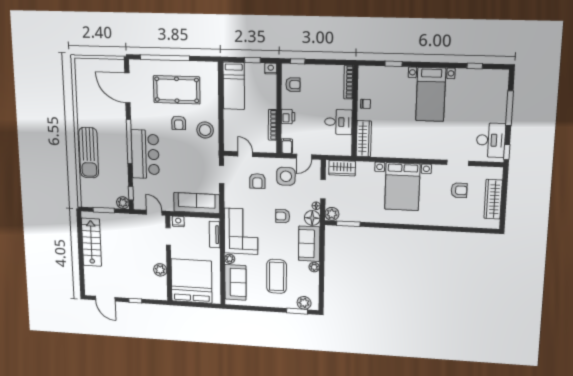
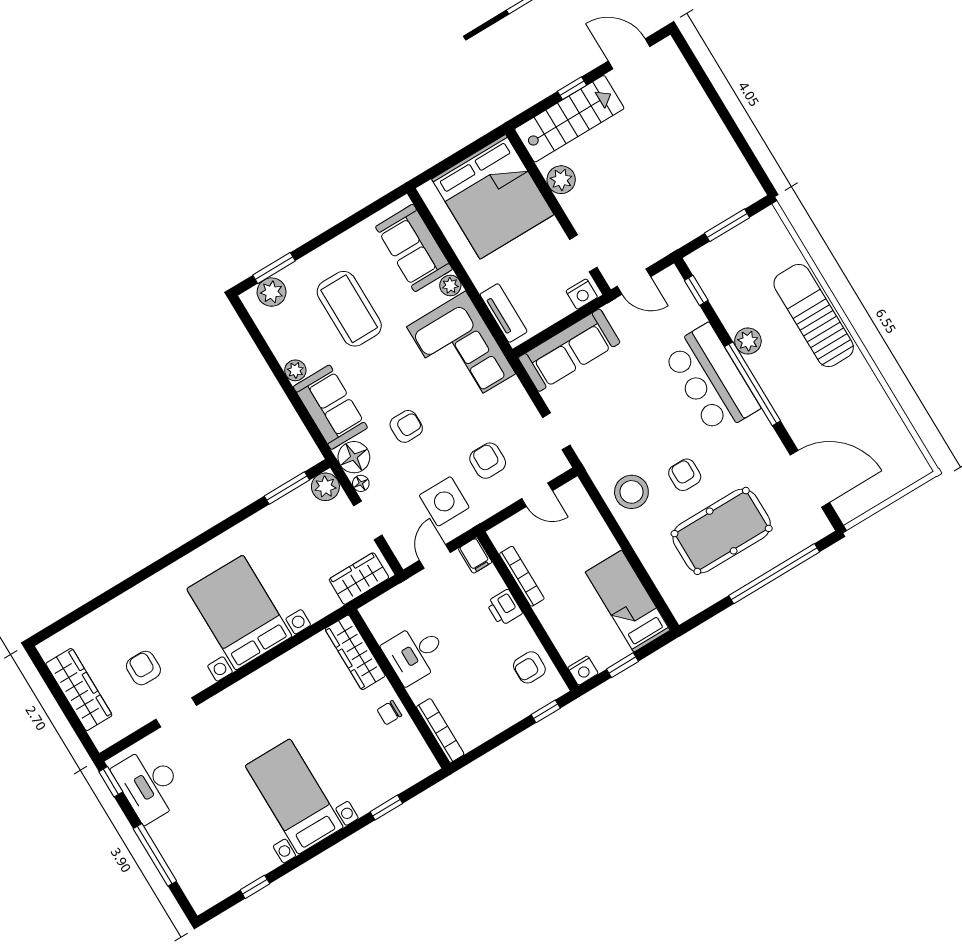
armchair: (459, 190) -> (143, 668), turned 90
plant: (123, 203) -> (748, 341), moved
stairs: (91, 242) -> (569, 119), moved, turned -90

